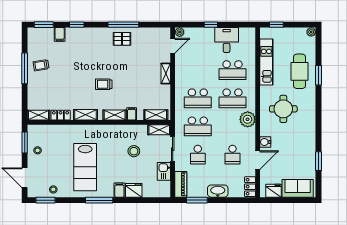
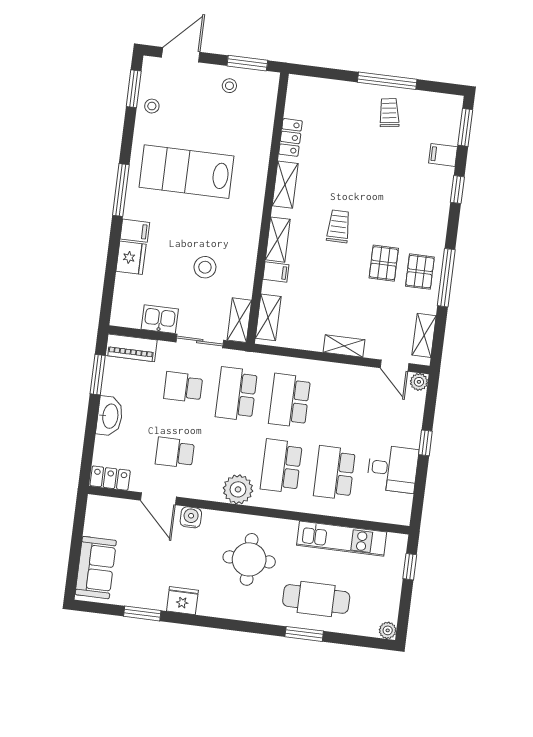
pallet: (120, 58) -> (384, 263), added
shelving: (38, 115) -> (424, 335), moved
fridge: (274, 191) -> (182, 601), moved, turned -90

